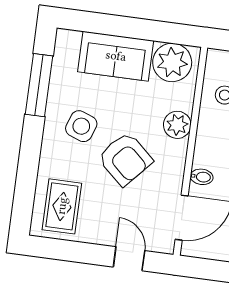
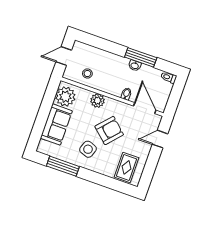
rug: (62, 206) -> (127, 167), turned 90

